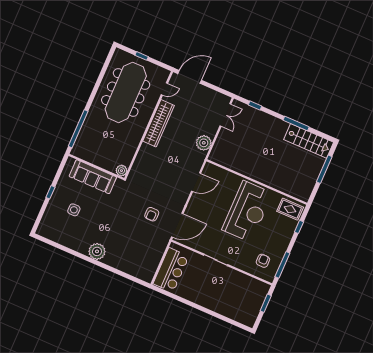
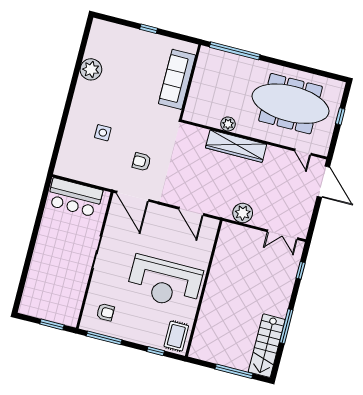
wardrobe: (159, 123) -> (236, 146), moved
plant: (121, 171) -> (228, 124), moved
side table: (74, 210) -> (103, 133), moved
plant: (97, 251) -> (91, 69), moved

